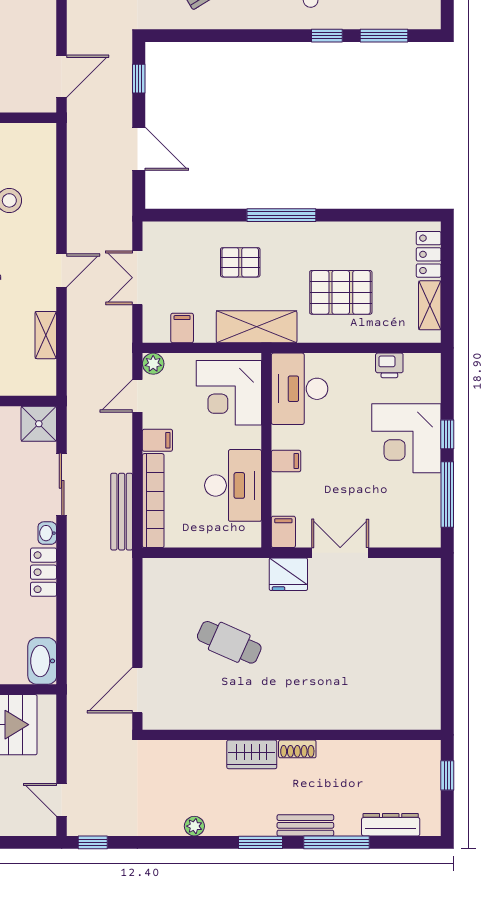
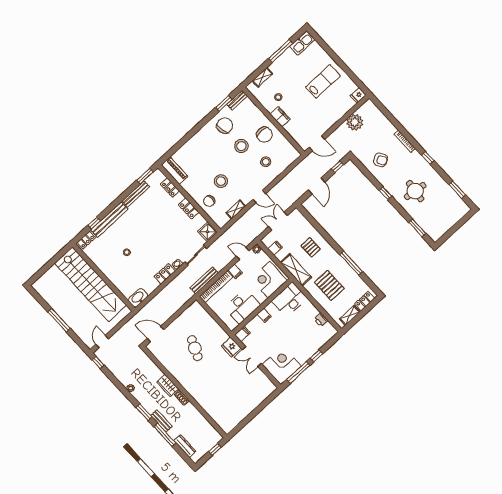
window: (327, 36) -> (385, 193), moved
window: (281, 215) -> (351, 263), moved
corner desk: (406, 438) -> (282, 365), moved, turned 90
double door: (340, 553) -> (252, 357), swing flipped

